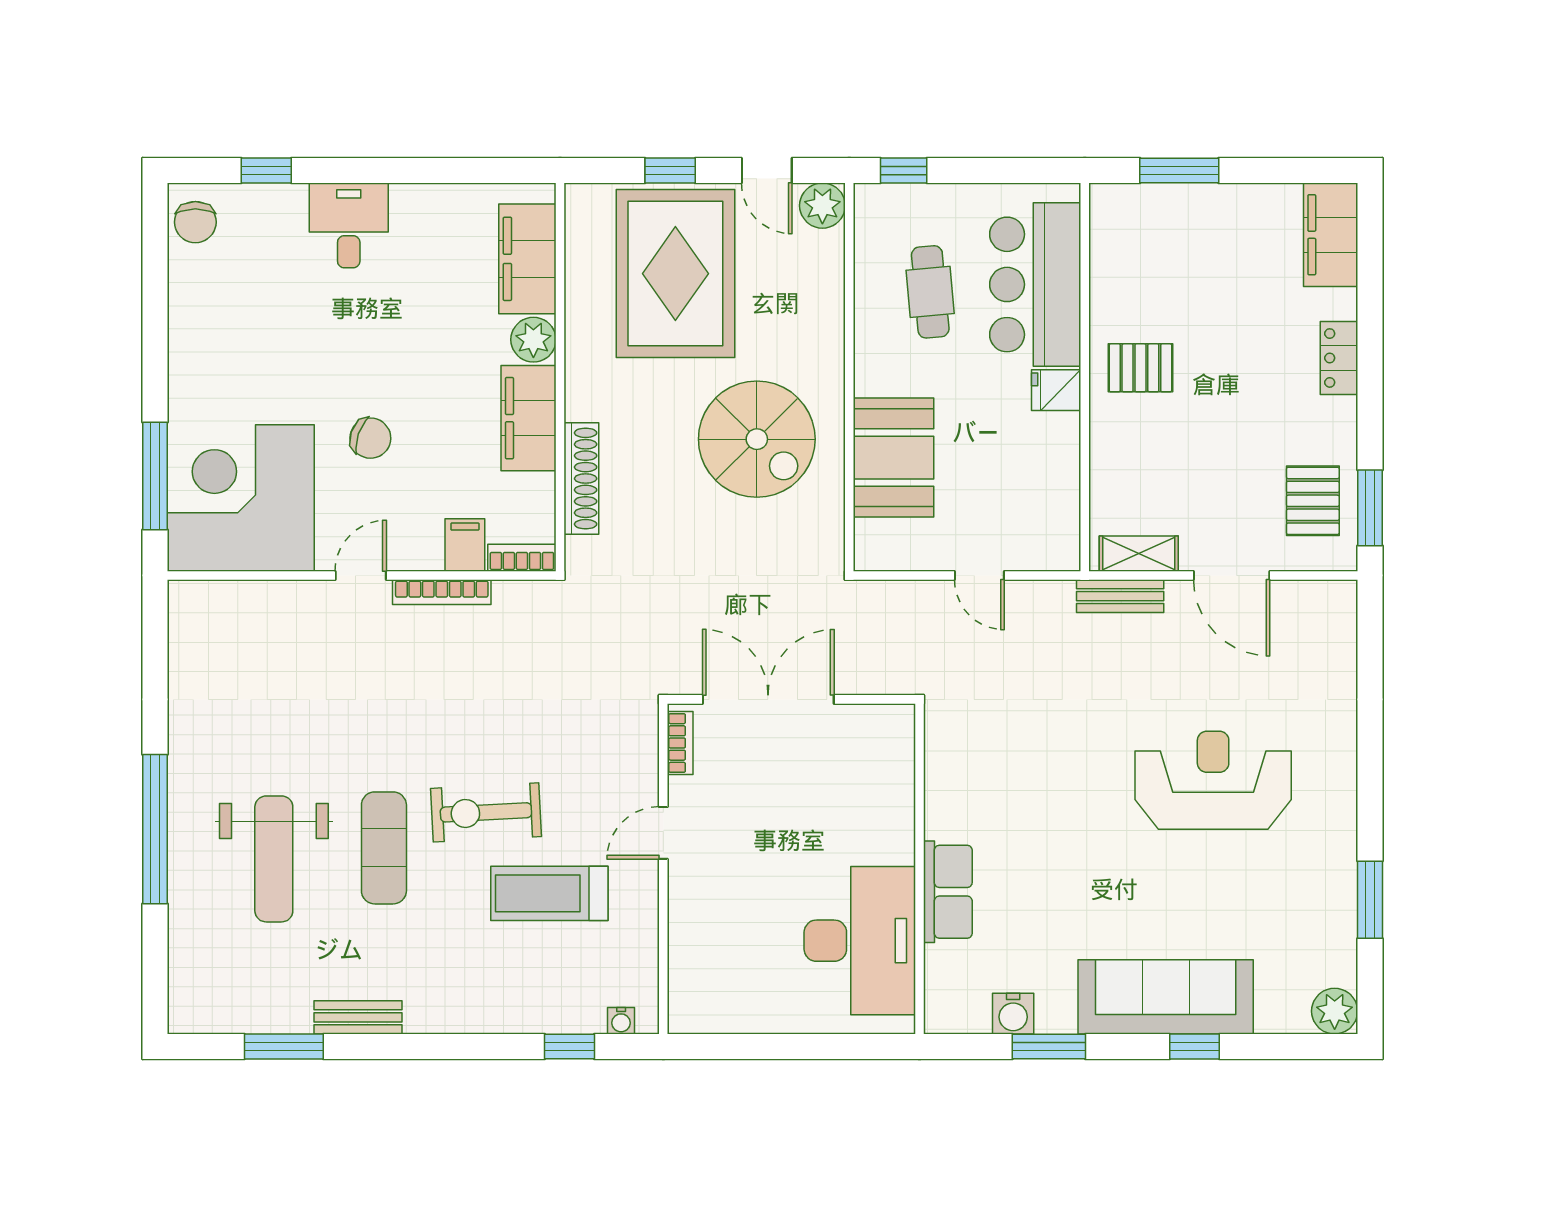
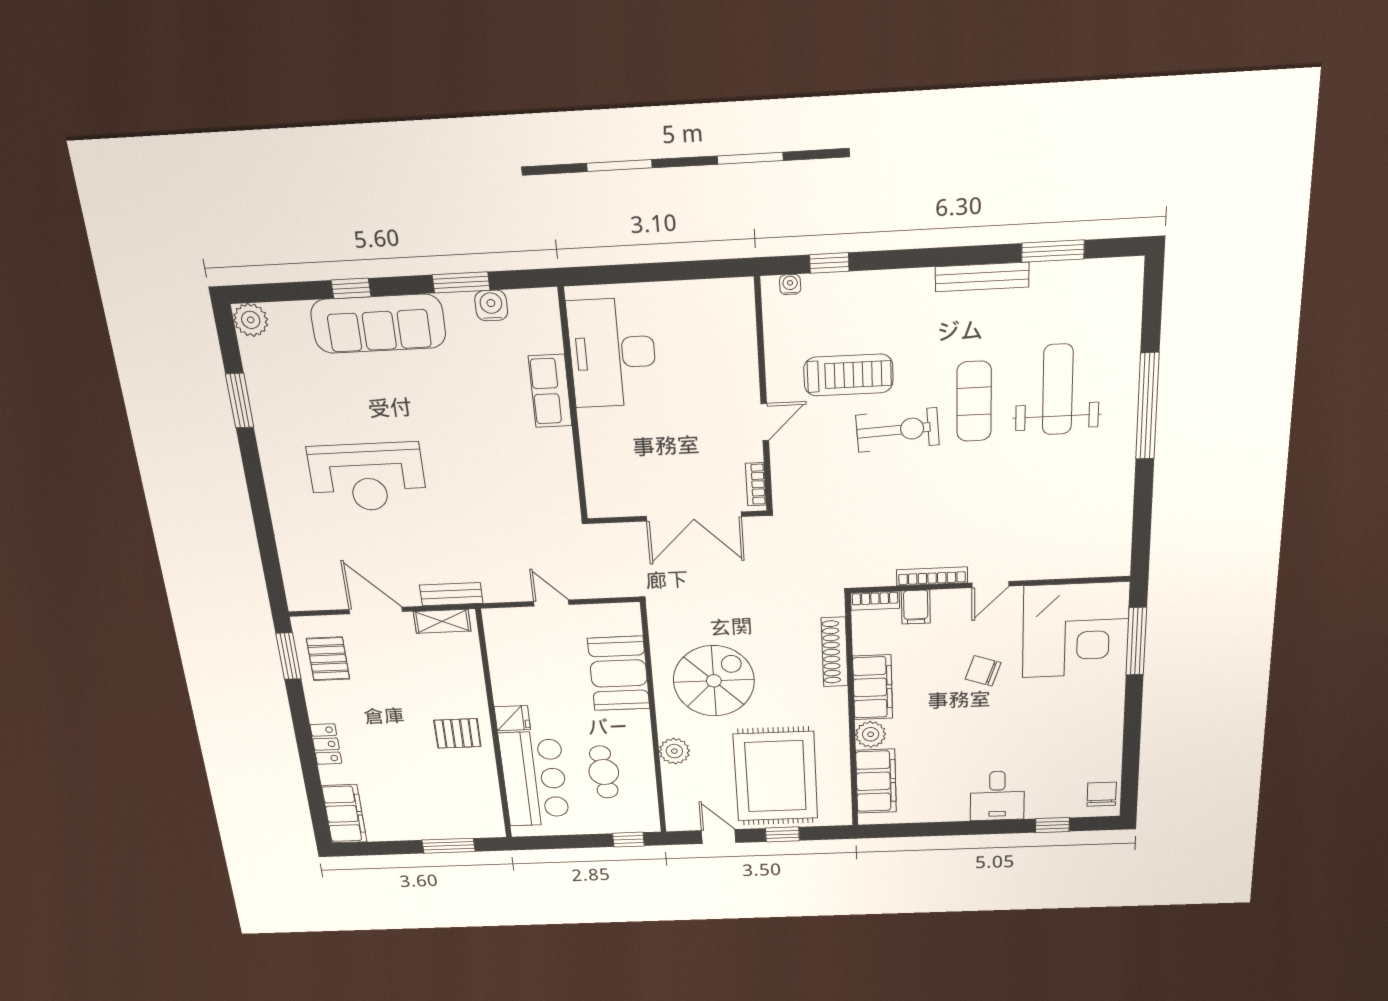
plant: (822, 206) -> (674, 751), moved
spiral stairs: (757, 439) -> (714, 681), turned 90
bench: (358, 1017) -> (982, 277), width x1.36

